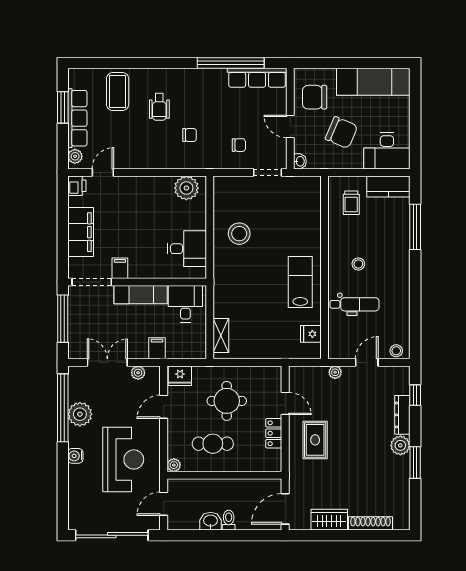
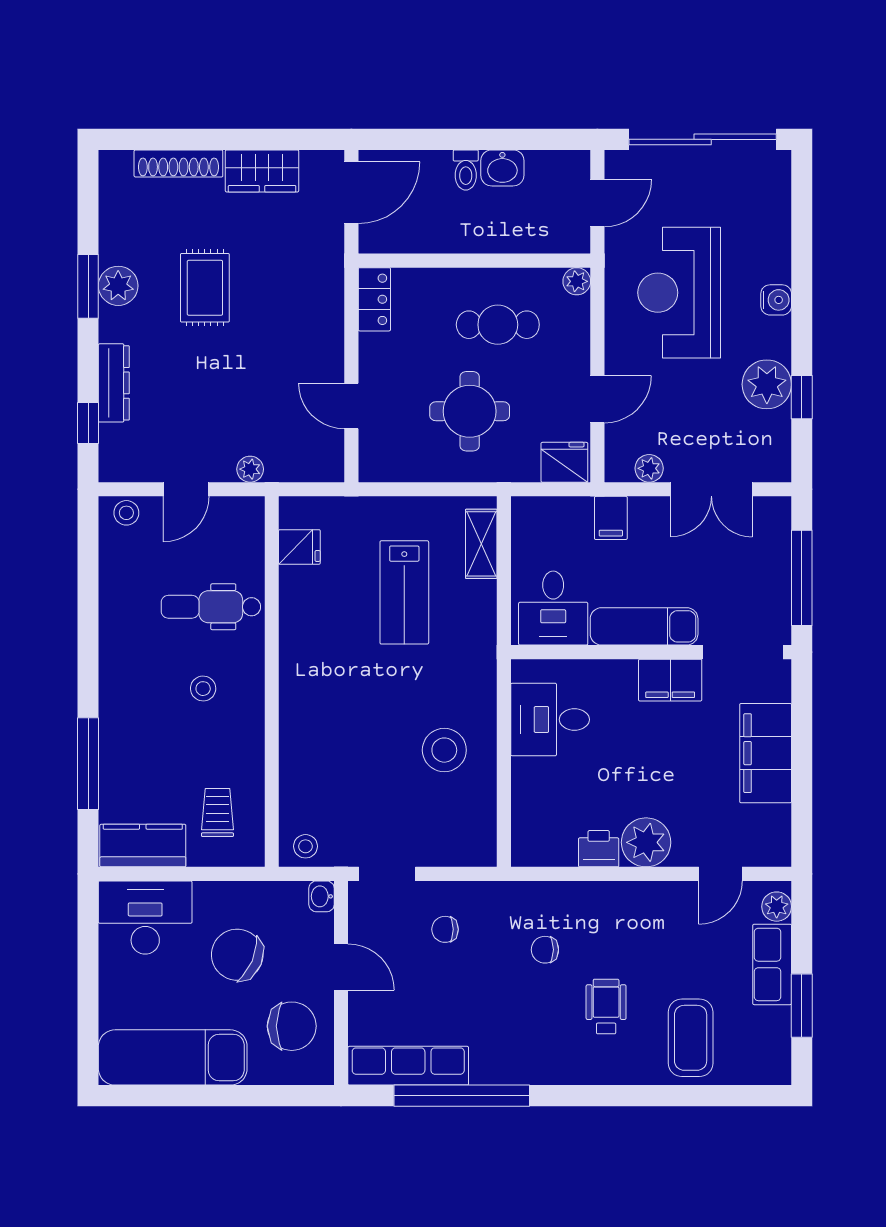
row of seats: (77, 118) -> (772, 964), width x0.68
printer: (77, 186) -> (599, 849), moved, turned 90
stool: (308, 186) -> (306, 846), added
plant: (186, 188) -> (646, 842), moved
filing cabinet: (120, 268) -> (670, 680), width x2.00
lab bench: (300, 282) -> (404, 592), moved
window: (63, 408) -> (802, 397), width x0.32
locker: (274, 433) -> (374, 299), moved
rug: (315, 440) -> (205, 288), moved
plant: (400, 445) -> (118, 286), moved

